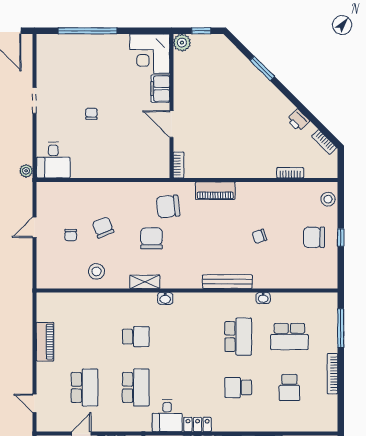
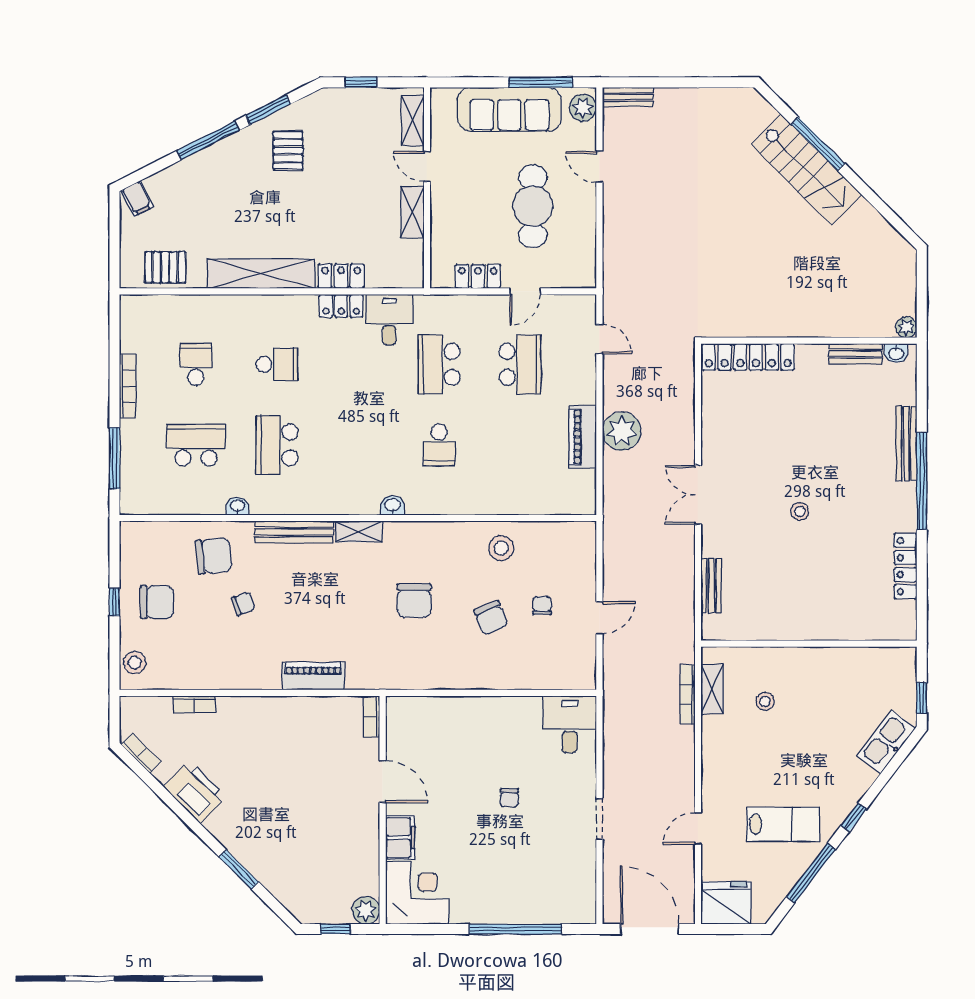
printer: (298, 120) -> (195, 792), width x1.87, depth x1.48
plant: (26, 171) -> (622, 431), moved, width x1.87, depth x1.87
chair: (168, 206) -> (213, 556), moved
shelving: (145, 282) -> (359, 532), moved
school desk: (136, 337) -> (439, 445), turned -90
school desk: (85, 387) -> (520, 364), turned 180

